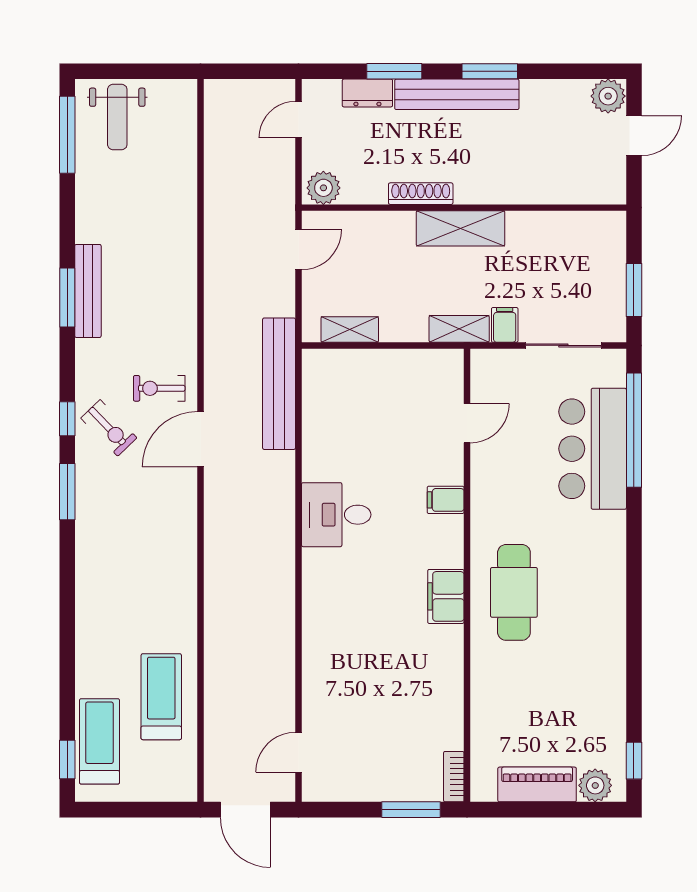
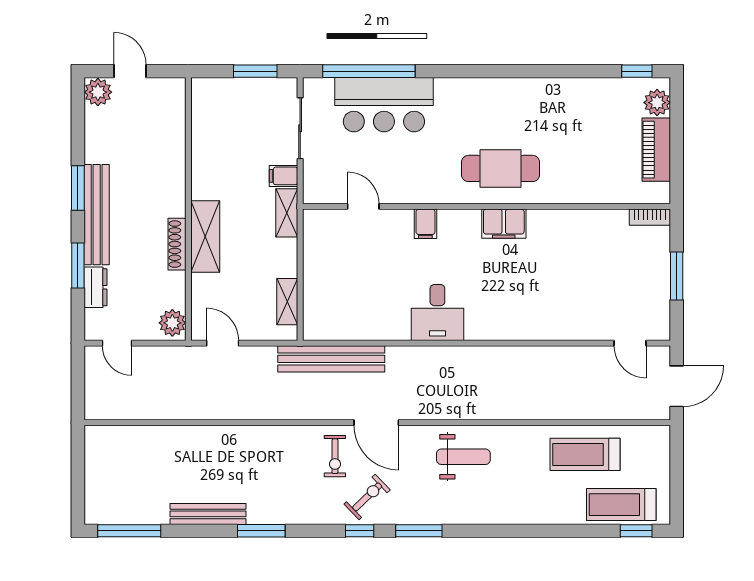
weight bench: (117, 117) -> (463, 457), moved
shelving: (461, 228) -> (205, 236), moved
bench: (88, 291) -> (208, 514), moved
window: (411, 810) -> (677, 276), moved

